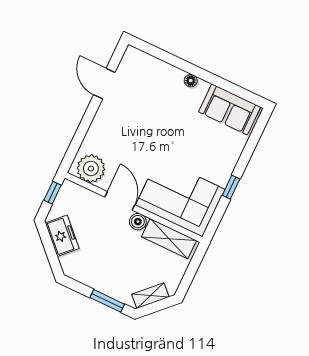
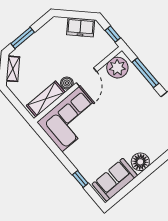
floor lamp: (191, 81) -> (140, 162), width x1.89, depth x1.89
window: (82, 131) -> (145, 73), added
window: (231, 187) -> (80, 179), moved
door: (120, 201) -> (86, 77), hinge flipped

